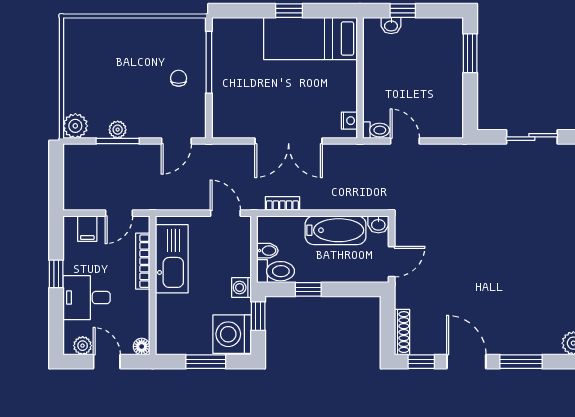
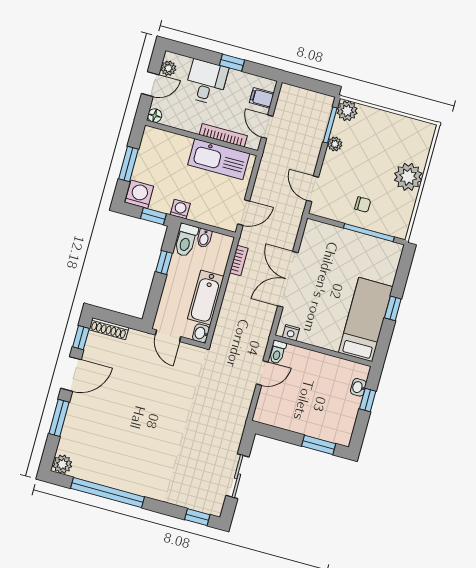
plant: (132, 34) -> (408, 177), added
window: (118, 141) -> (330, 125), moved
washing machine: (232, 334) -> (139, 194), width x0.73, depth x0.73

